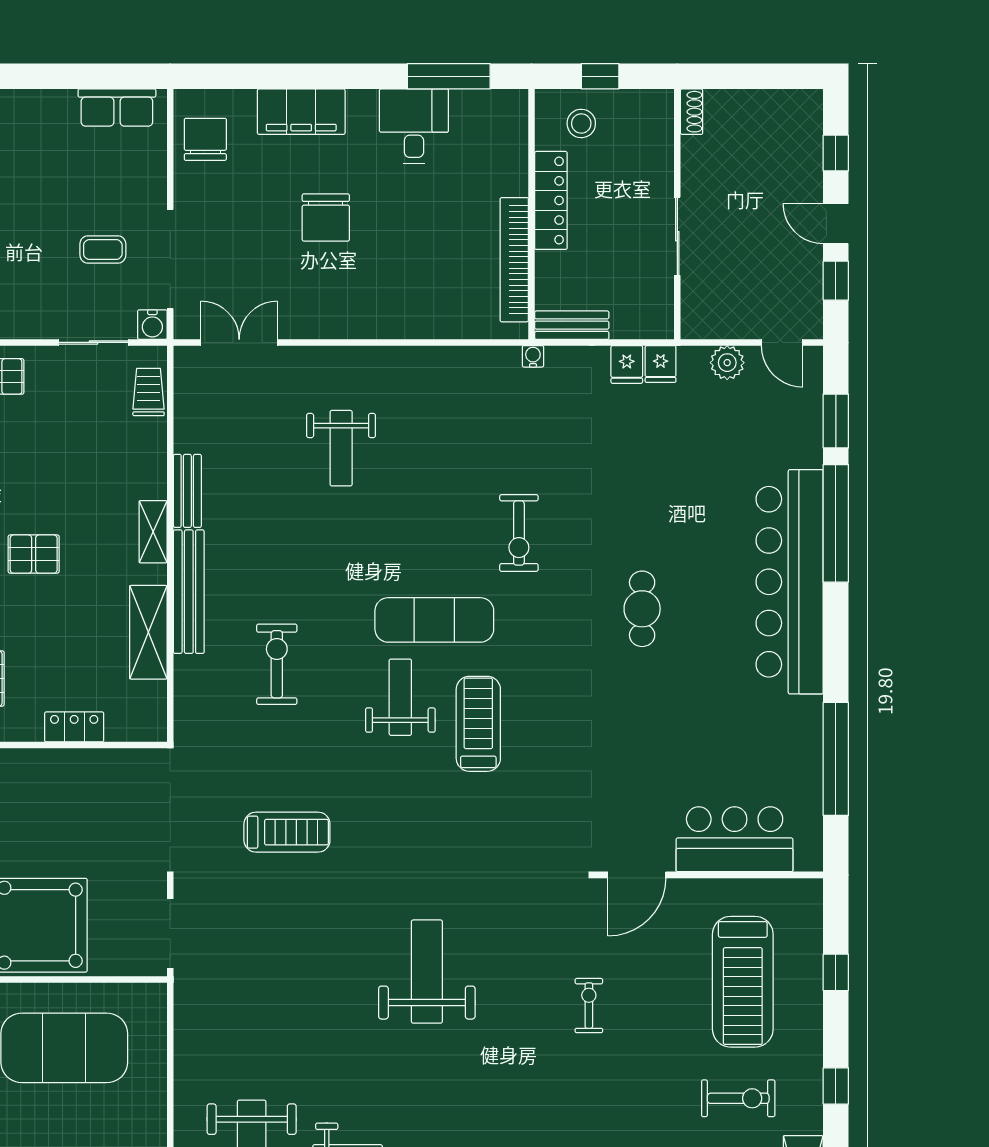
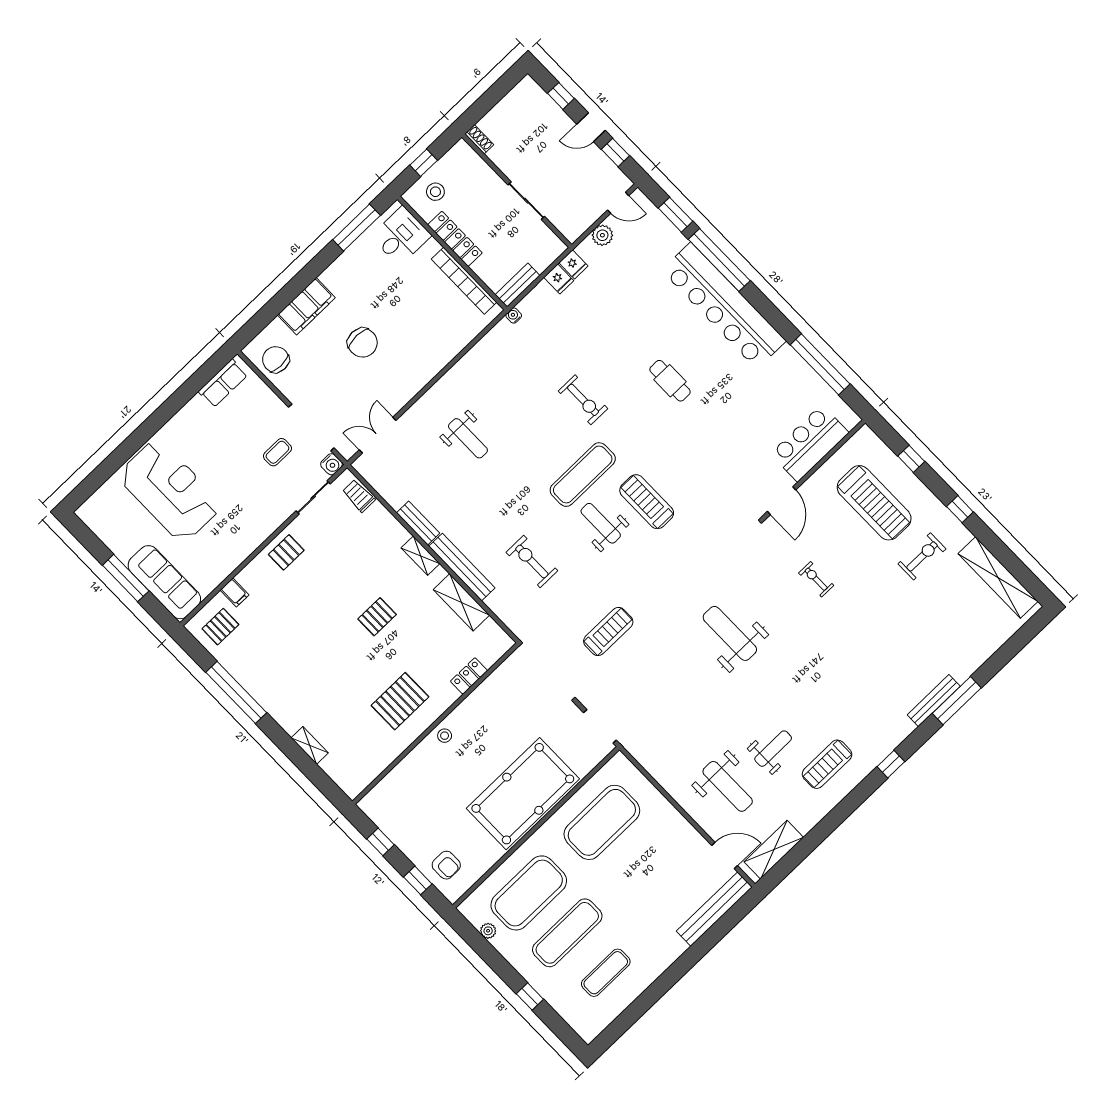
desk: (414, 126) -> (401, 236), moved, turned 90

